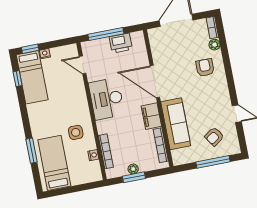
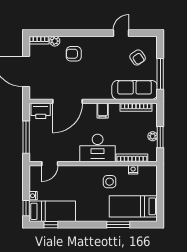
printer: (121, 43) -> (41, 111), moved, turned 90
door: (155, 82) -> (67, 101), moved
desk: (107, 99) -> (98, 148), moved
filing cabinet: (151, 116) -> (103, 111), width x0.50
sofa: (176, 124) -> (135, 90), moved
window: (213, 162) -> (160, 74), moved

